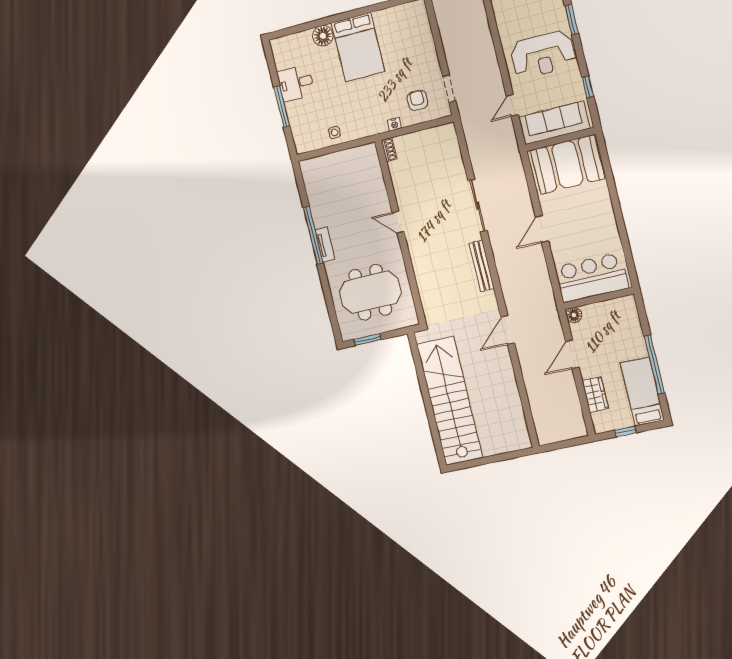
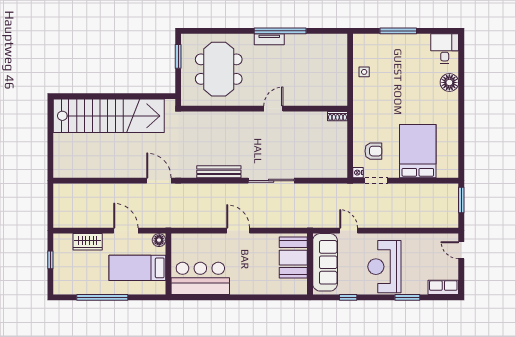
bed: (358, 47) -> (418, 151), moved, turned 90
desk: (296, 83) -> (445, 49), moved
nightstand: (394, 124) -> (358, 173), moved
booth: (567, 164) -> (293, 258), width x0.73, depth x0.70
bar counter: (592, 278) -> (200, 278), moved, turned -90
bed: (642, 392) -> (137, 268), moved, turned 180

